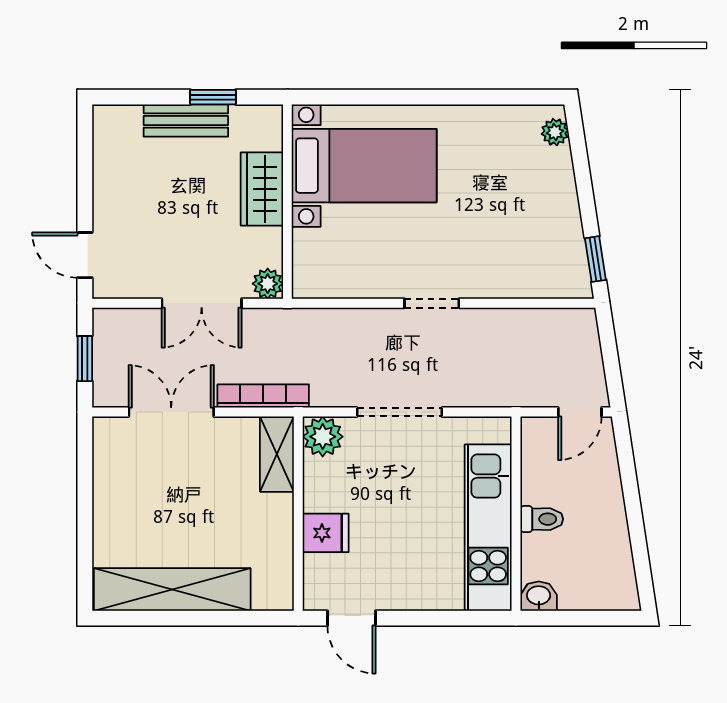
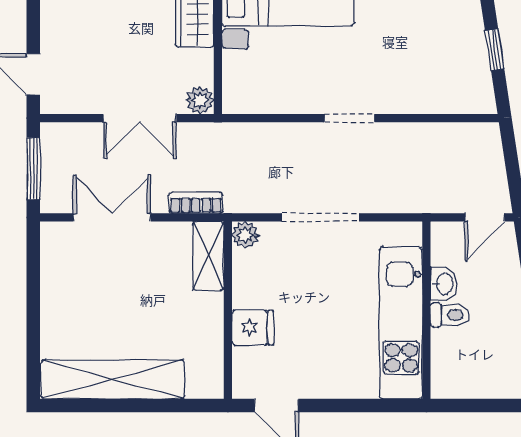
window: (595, 259) -> (495, 50), moved
window: (85, 359) -> (33, 169), width x1.50
bookcase: (263, 396) -> (196, 203), width x0.64
plant: (323, 437) -> (245, 235), width x0.73, depth x0.73
washbasin: (539, 596) -> (444, 284), moved, turned 90

